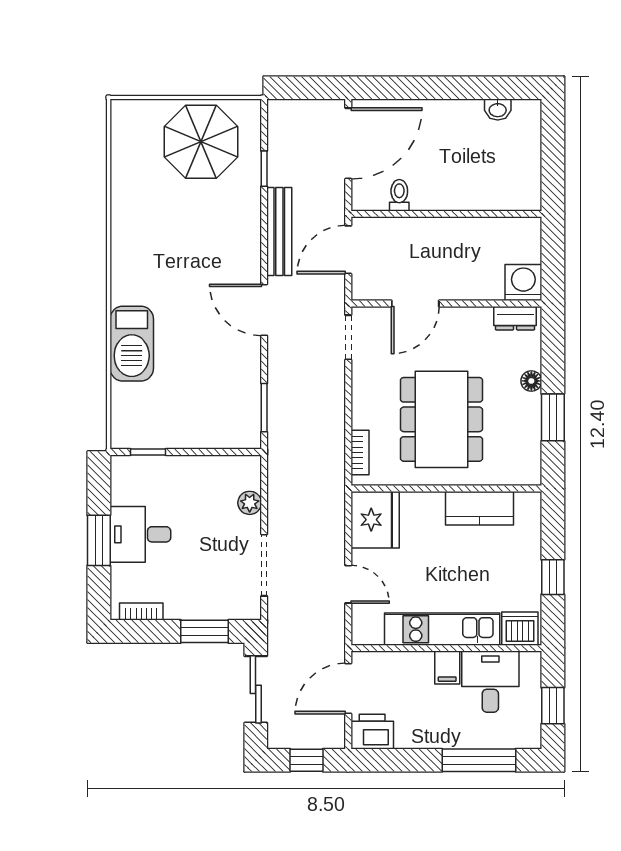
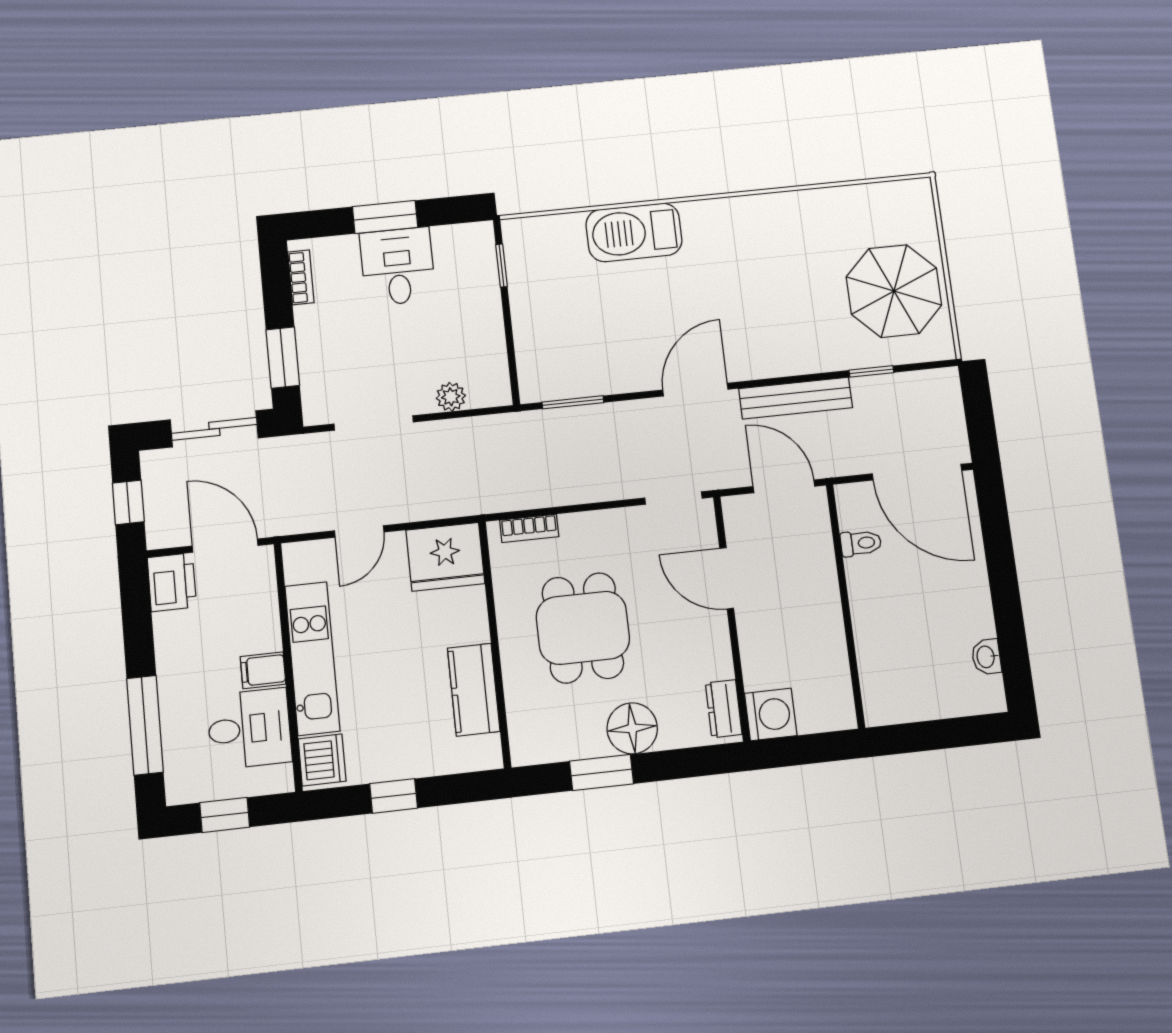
floor lamp: (531, 381) -> (632, 728), width x1.89, depth x1.89
dining table: (441, 419) -> (583, 628), width x0.73

